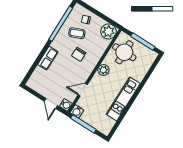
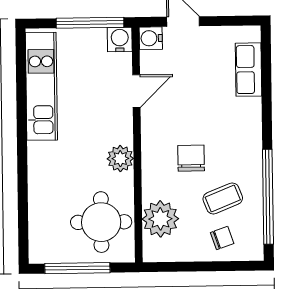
plant: (108, 31) -> (160, 219), moved
row of seats: (48, 58) -> (248, 70), moved
kitchen unit: (123, 99) -> (41, 86), moved

